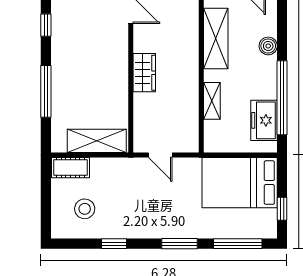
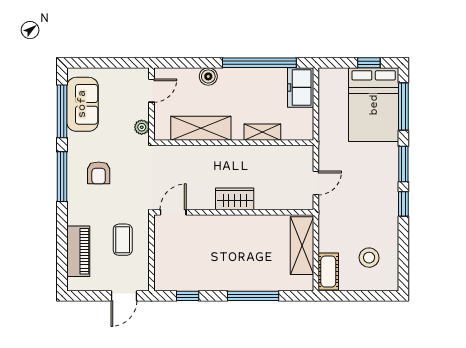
freezer: (264, 120) -> (301, 87), moved, turned 90
bed: (240, 183) -> (374, 105), moved
window: (114, 244) -> (403, 204), moved

